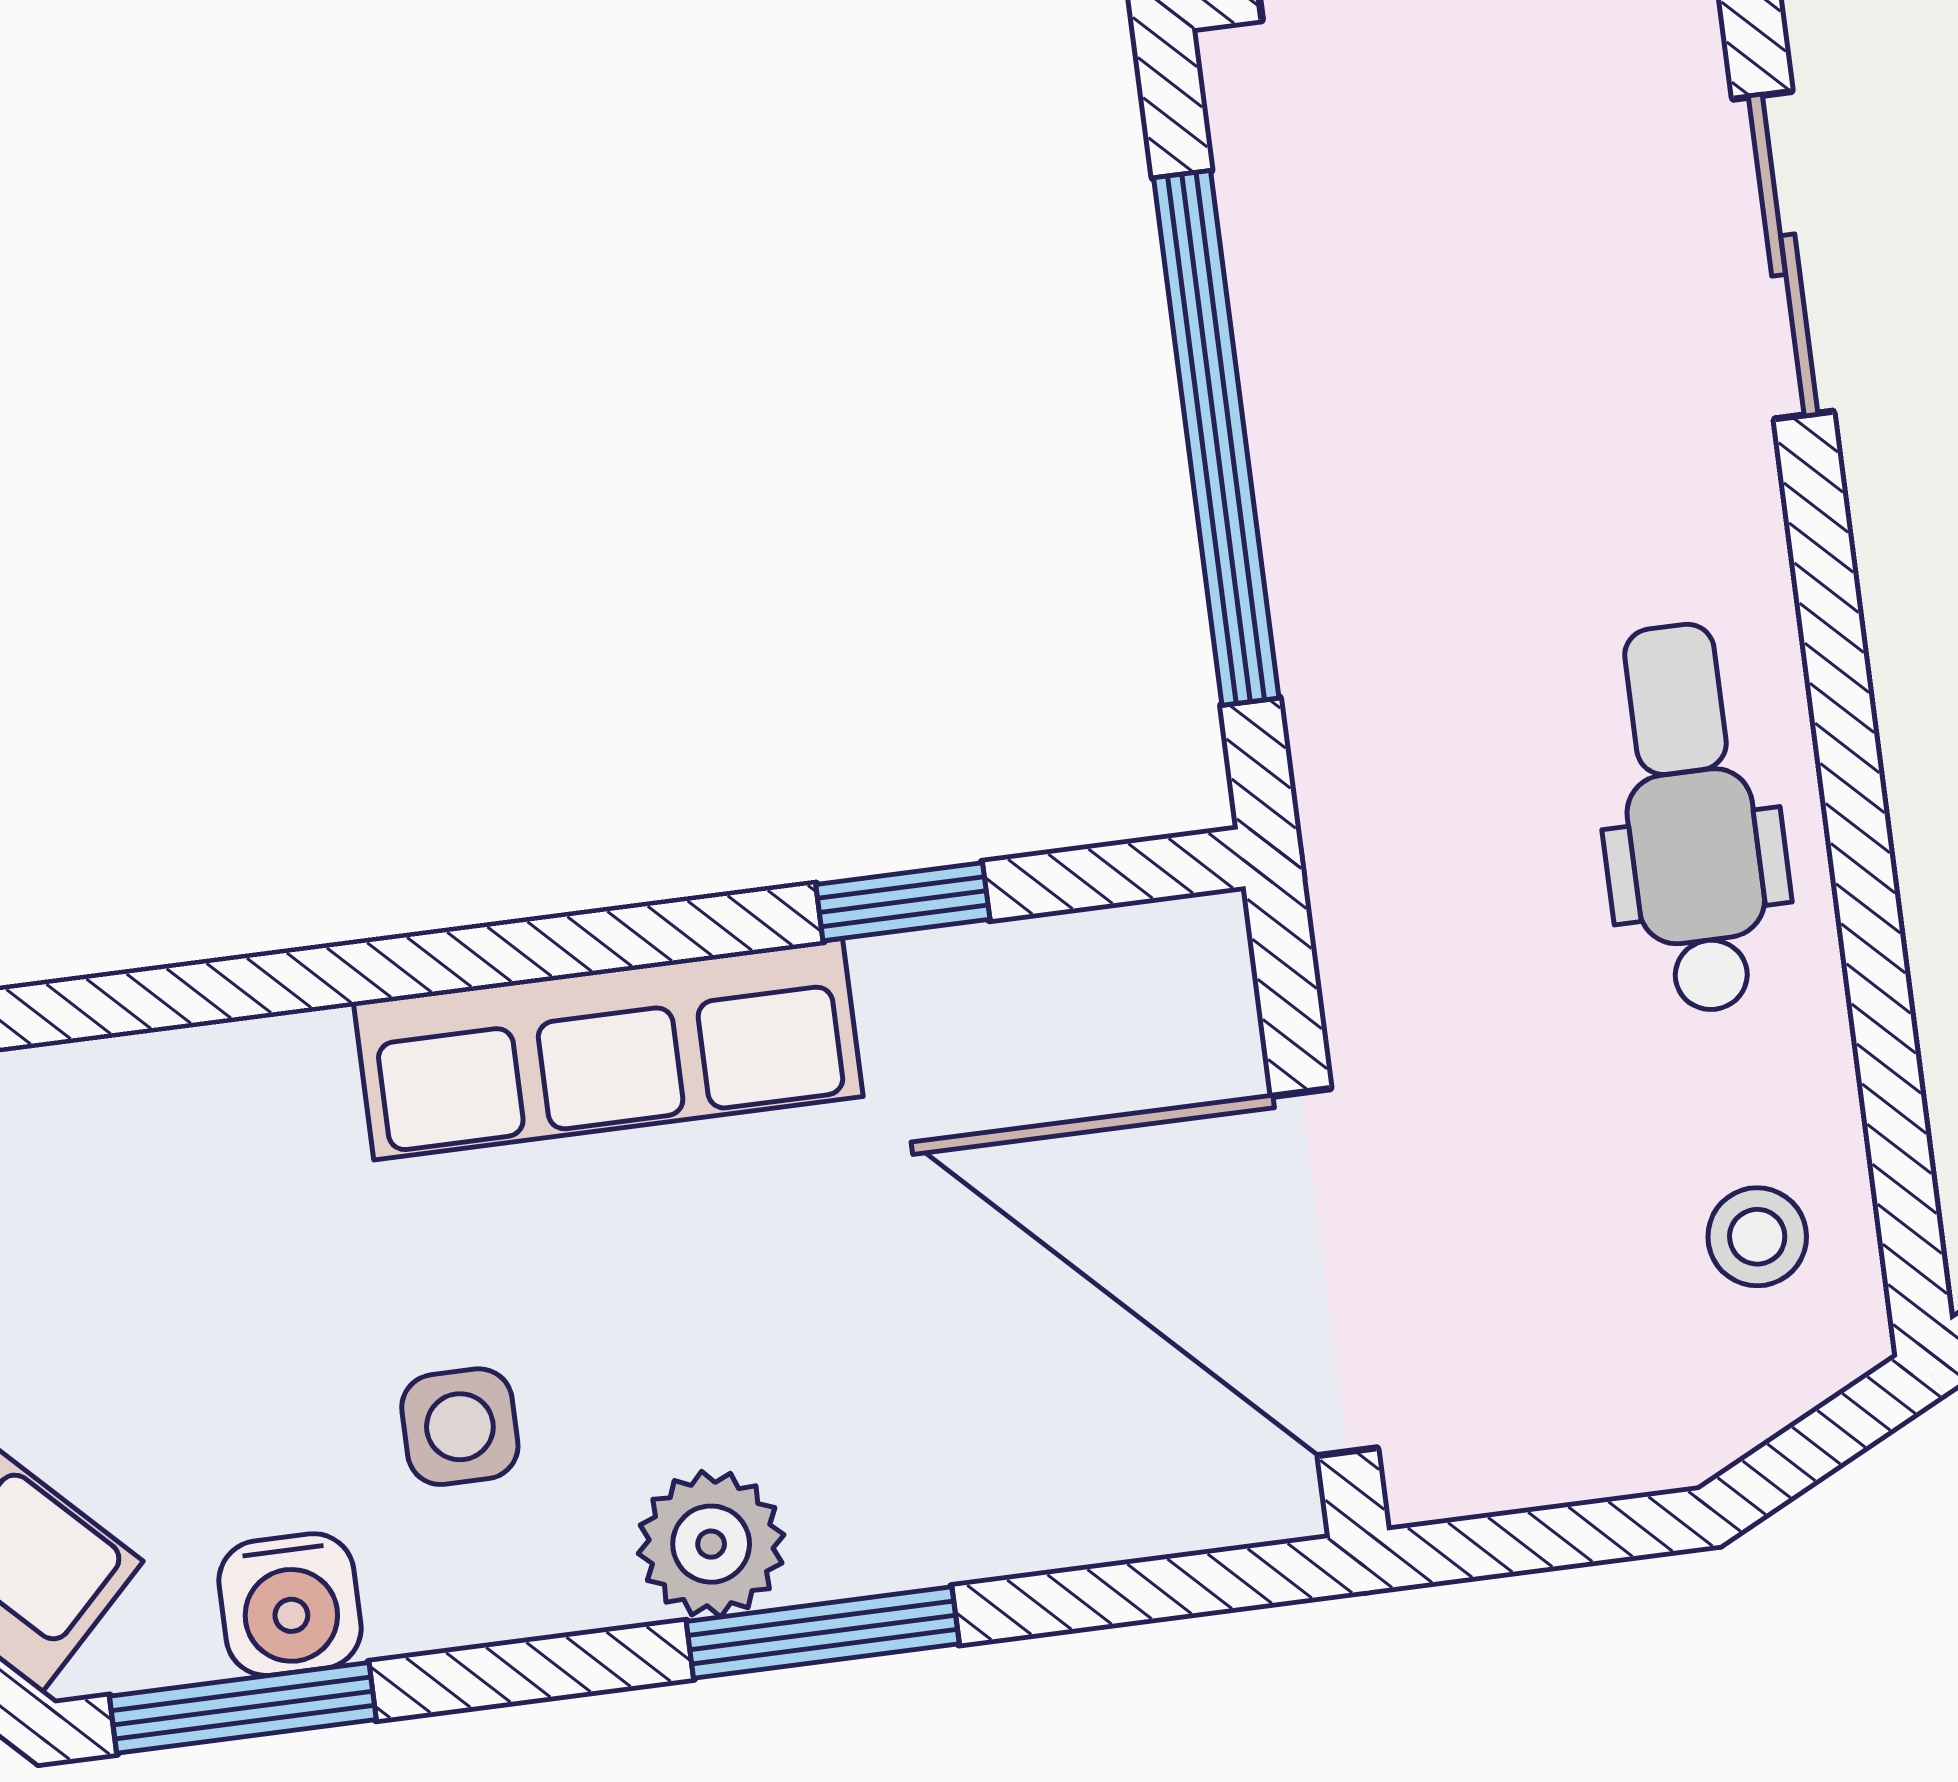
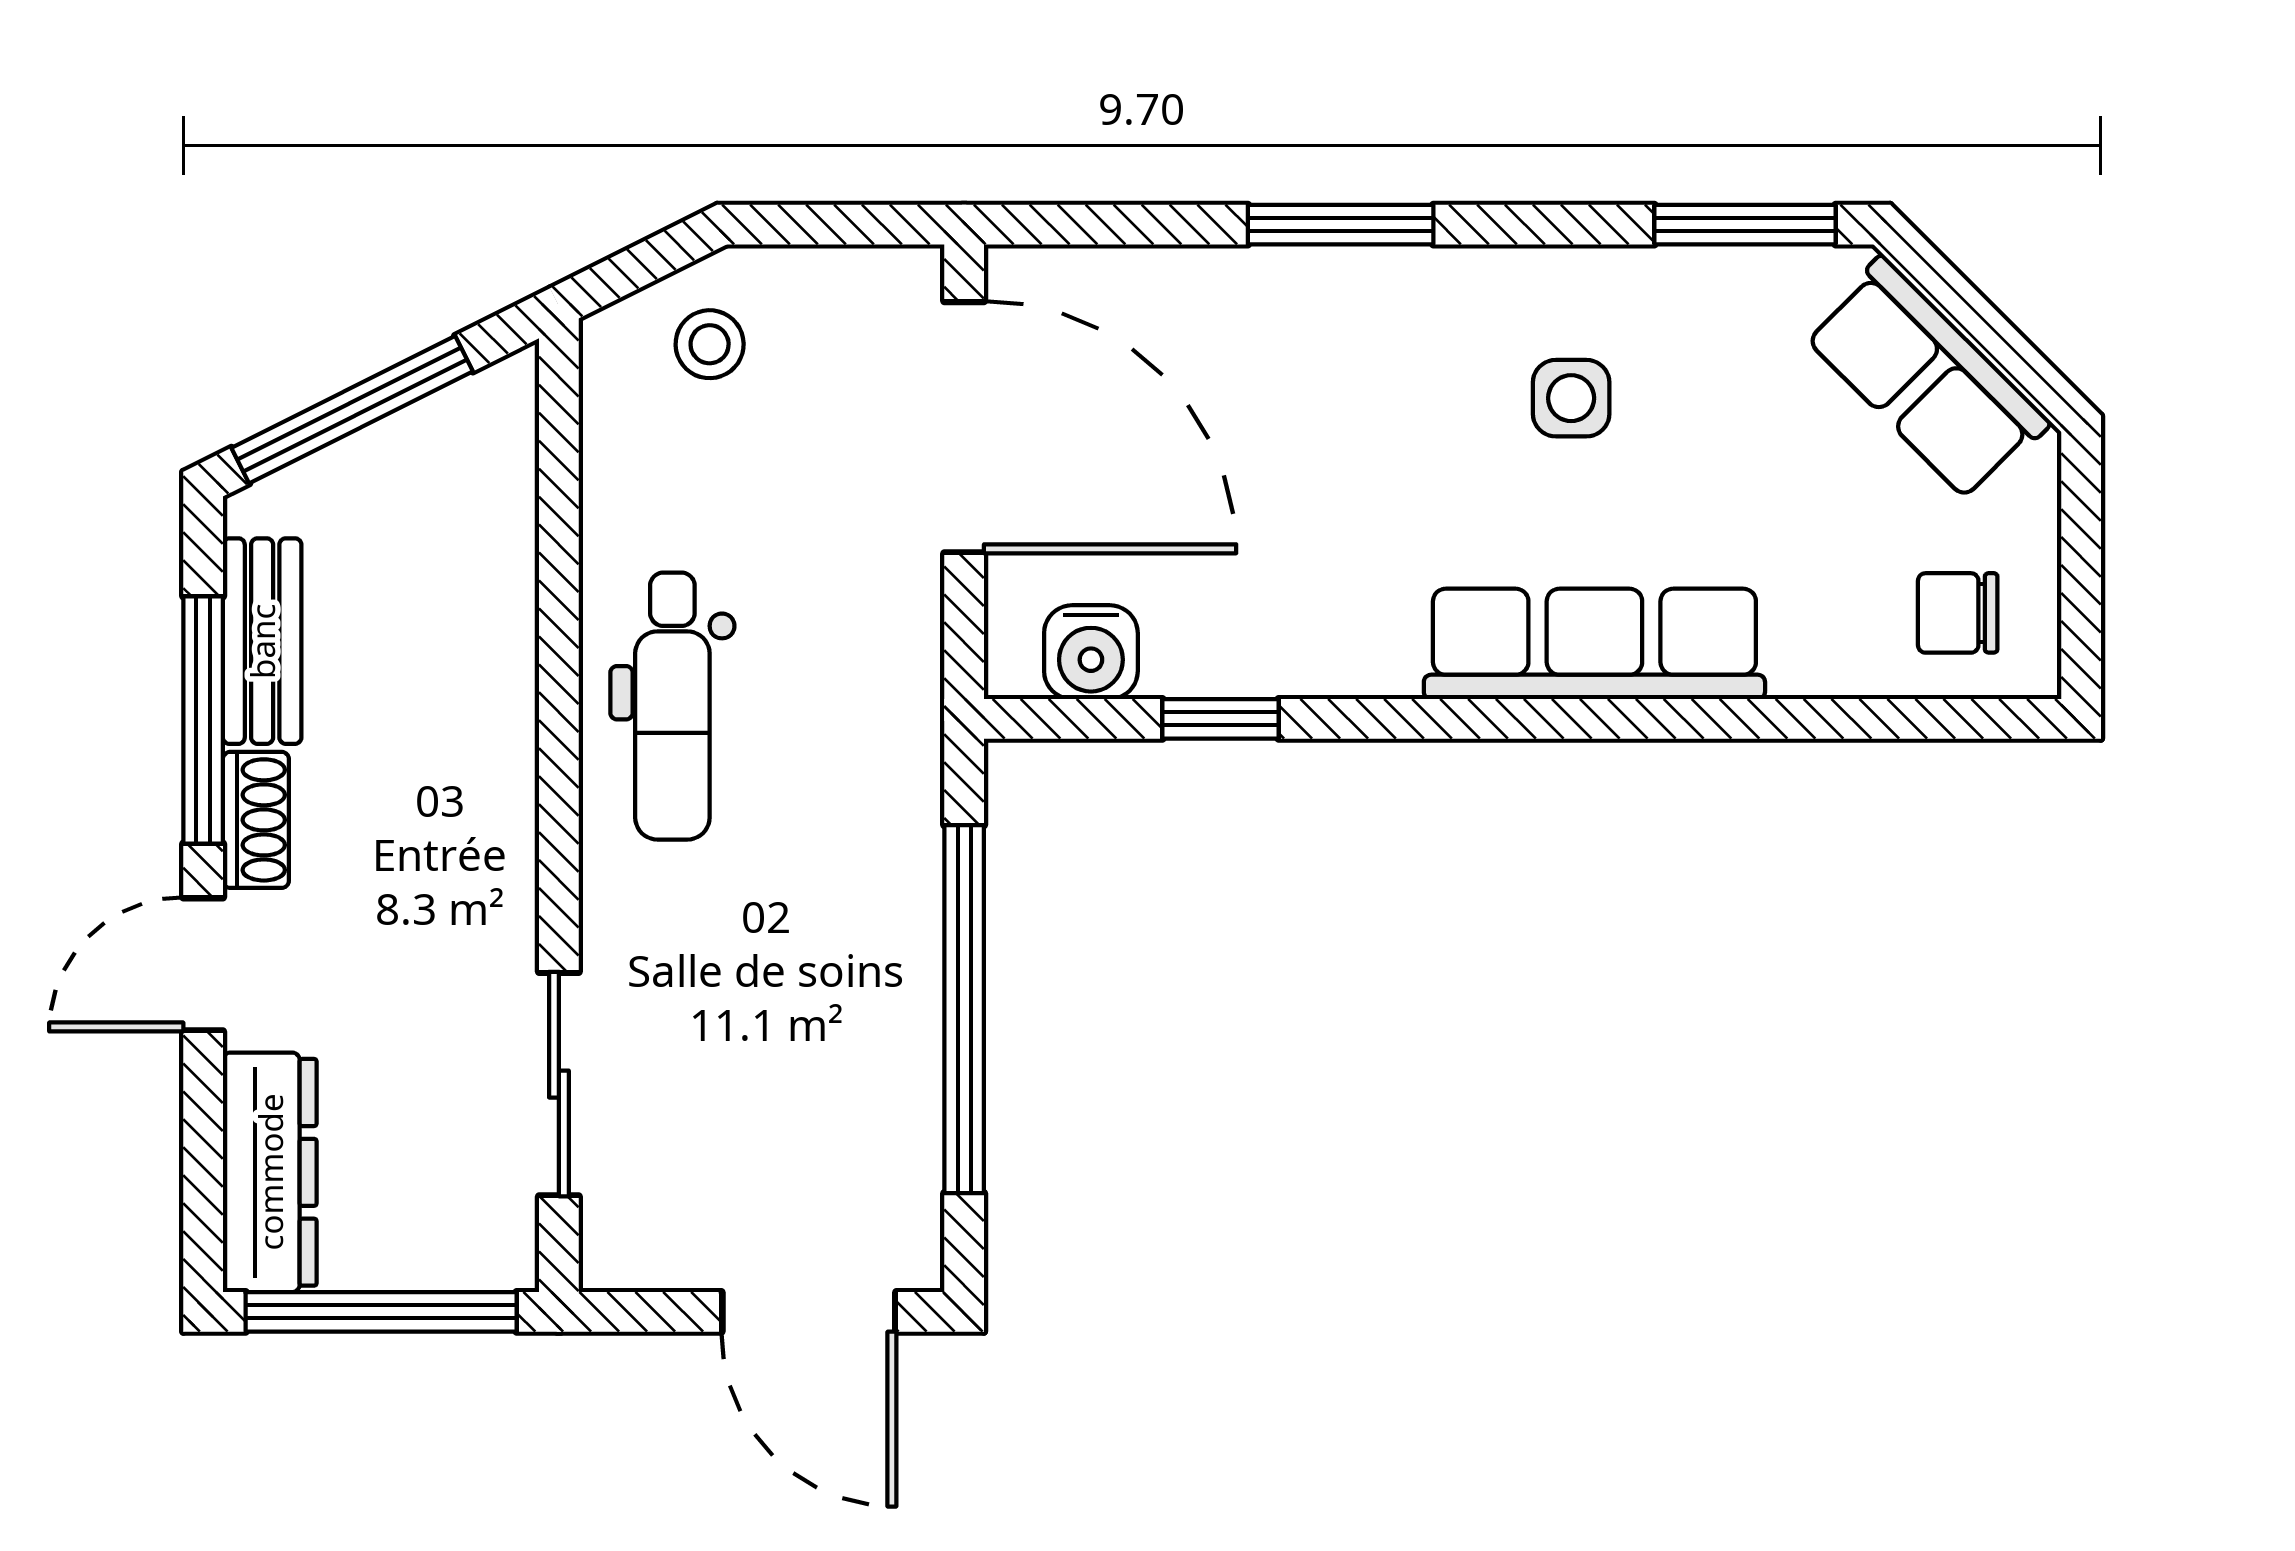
row of seats: (608, 1049) -> (1594, 644), moved
stool: (1757, 1237) -> (710, 344), moved
plant: (711, 1544) -> (1409, 295), removed
water cooler: (290, 1605) -> (1091, 652), moved, turned 180

